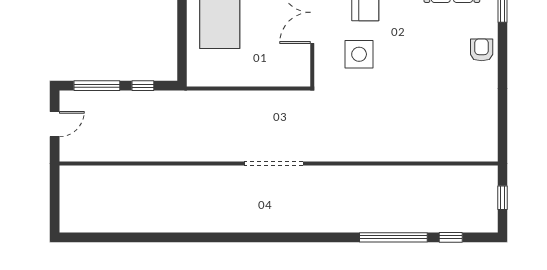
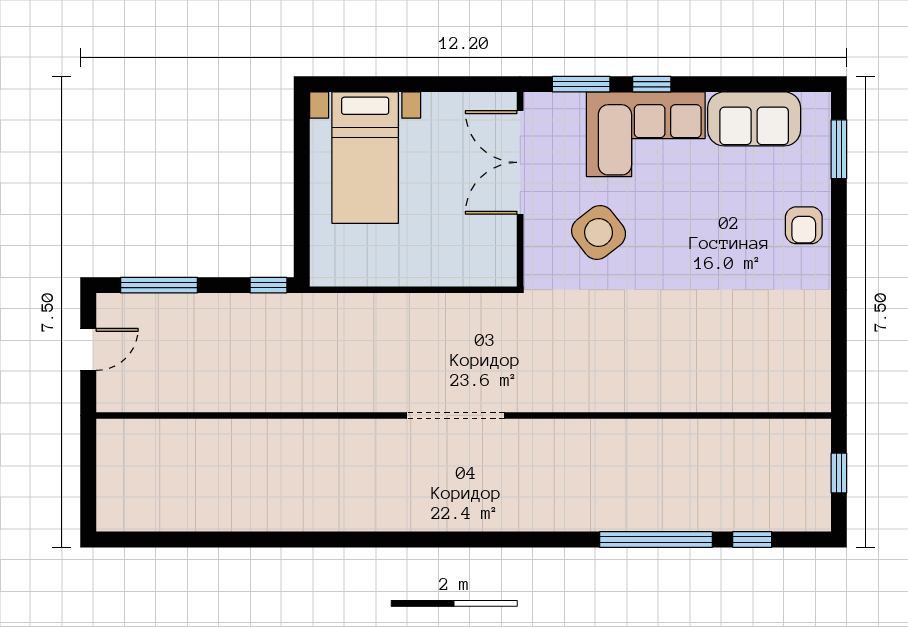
armchair: (482, 50) -> (804, 225), turned 180
side table: (359, 54) -> (599, 232), turned -38
window: (143, 86) -> (268, 285), moved

